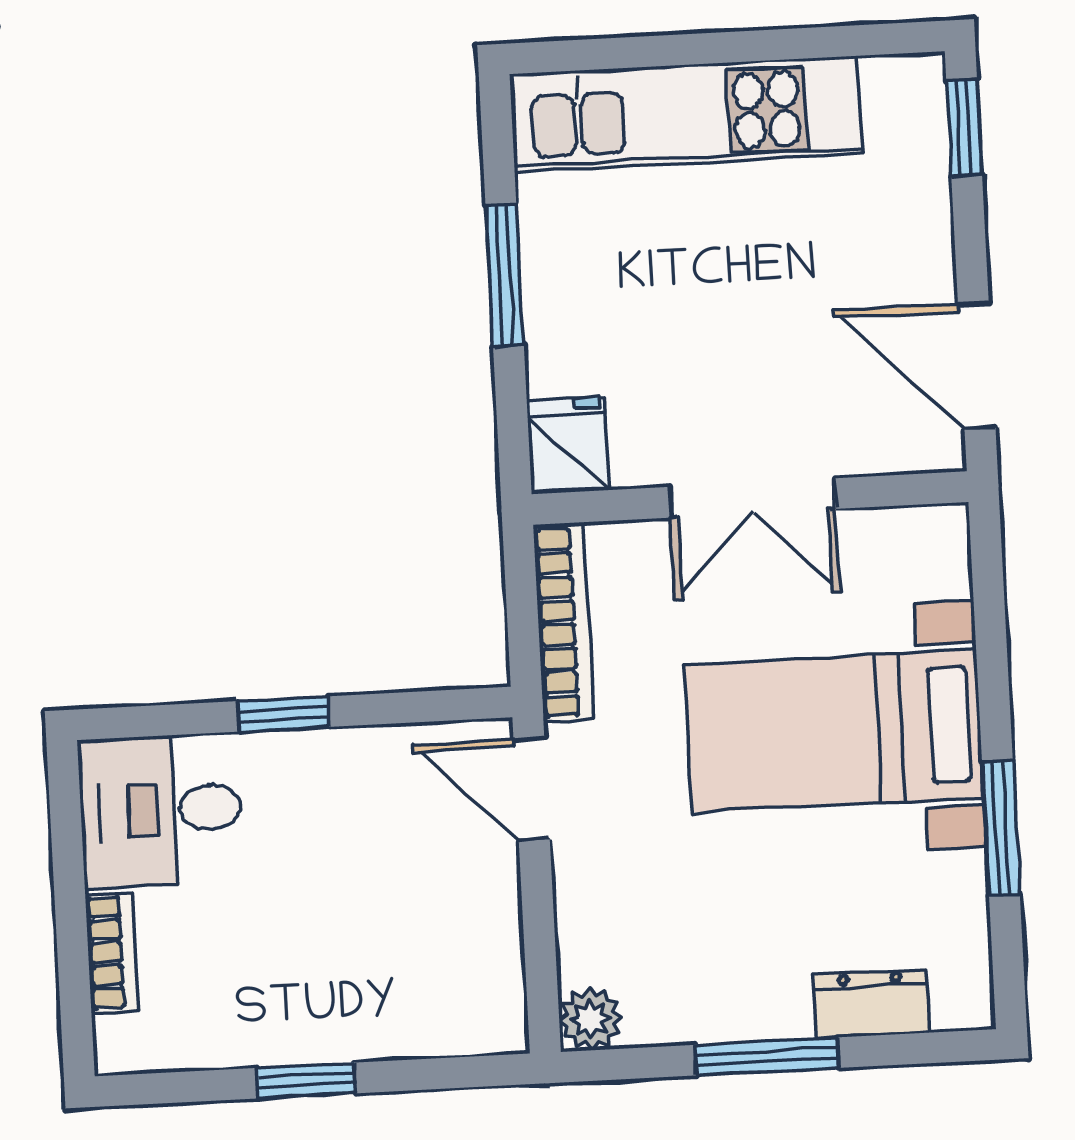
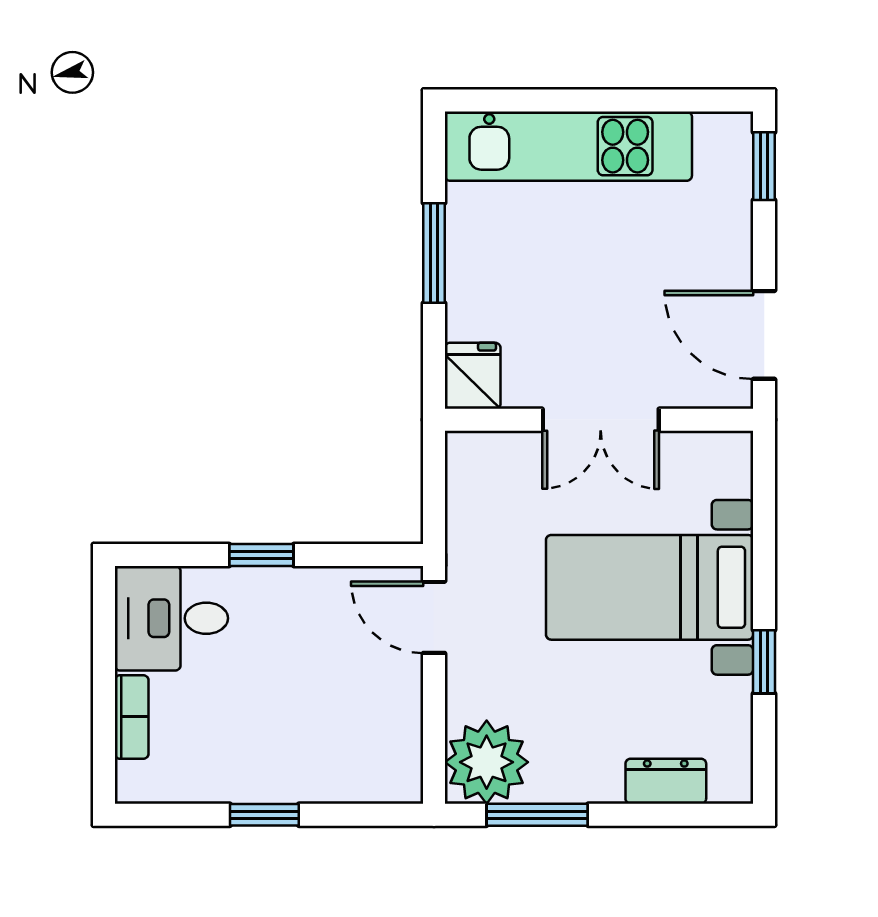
bookcase: (564, 623) -> (463, 501), removed
window: (1001, 828) -> (764, 662), width x0.67
plant: (590, 1019) -> (487, 762), width x1.87, depth x1.87
window: (767, 1056) -> (537, 815), moved

